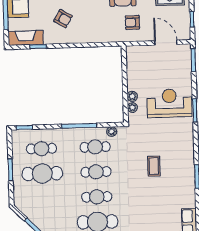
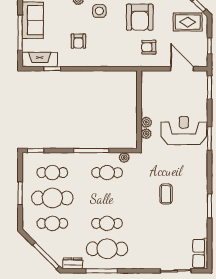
armchair: (63, 19) -> (78, 41), turned 59
cafe table: (96, 172) -> (52, 223), moved

